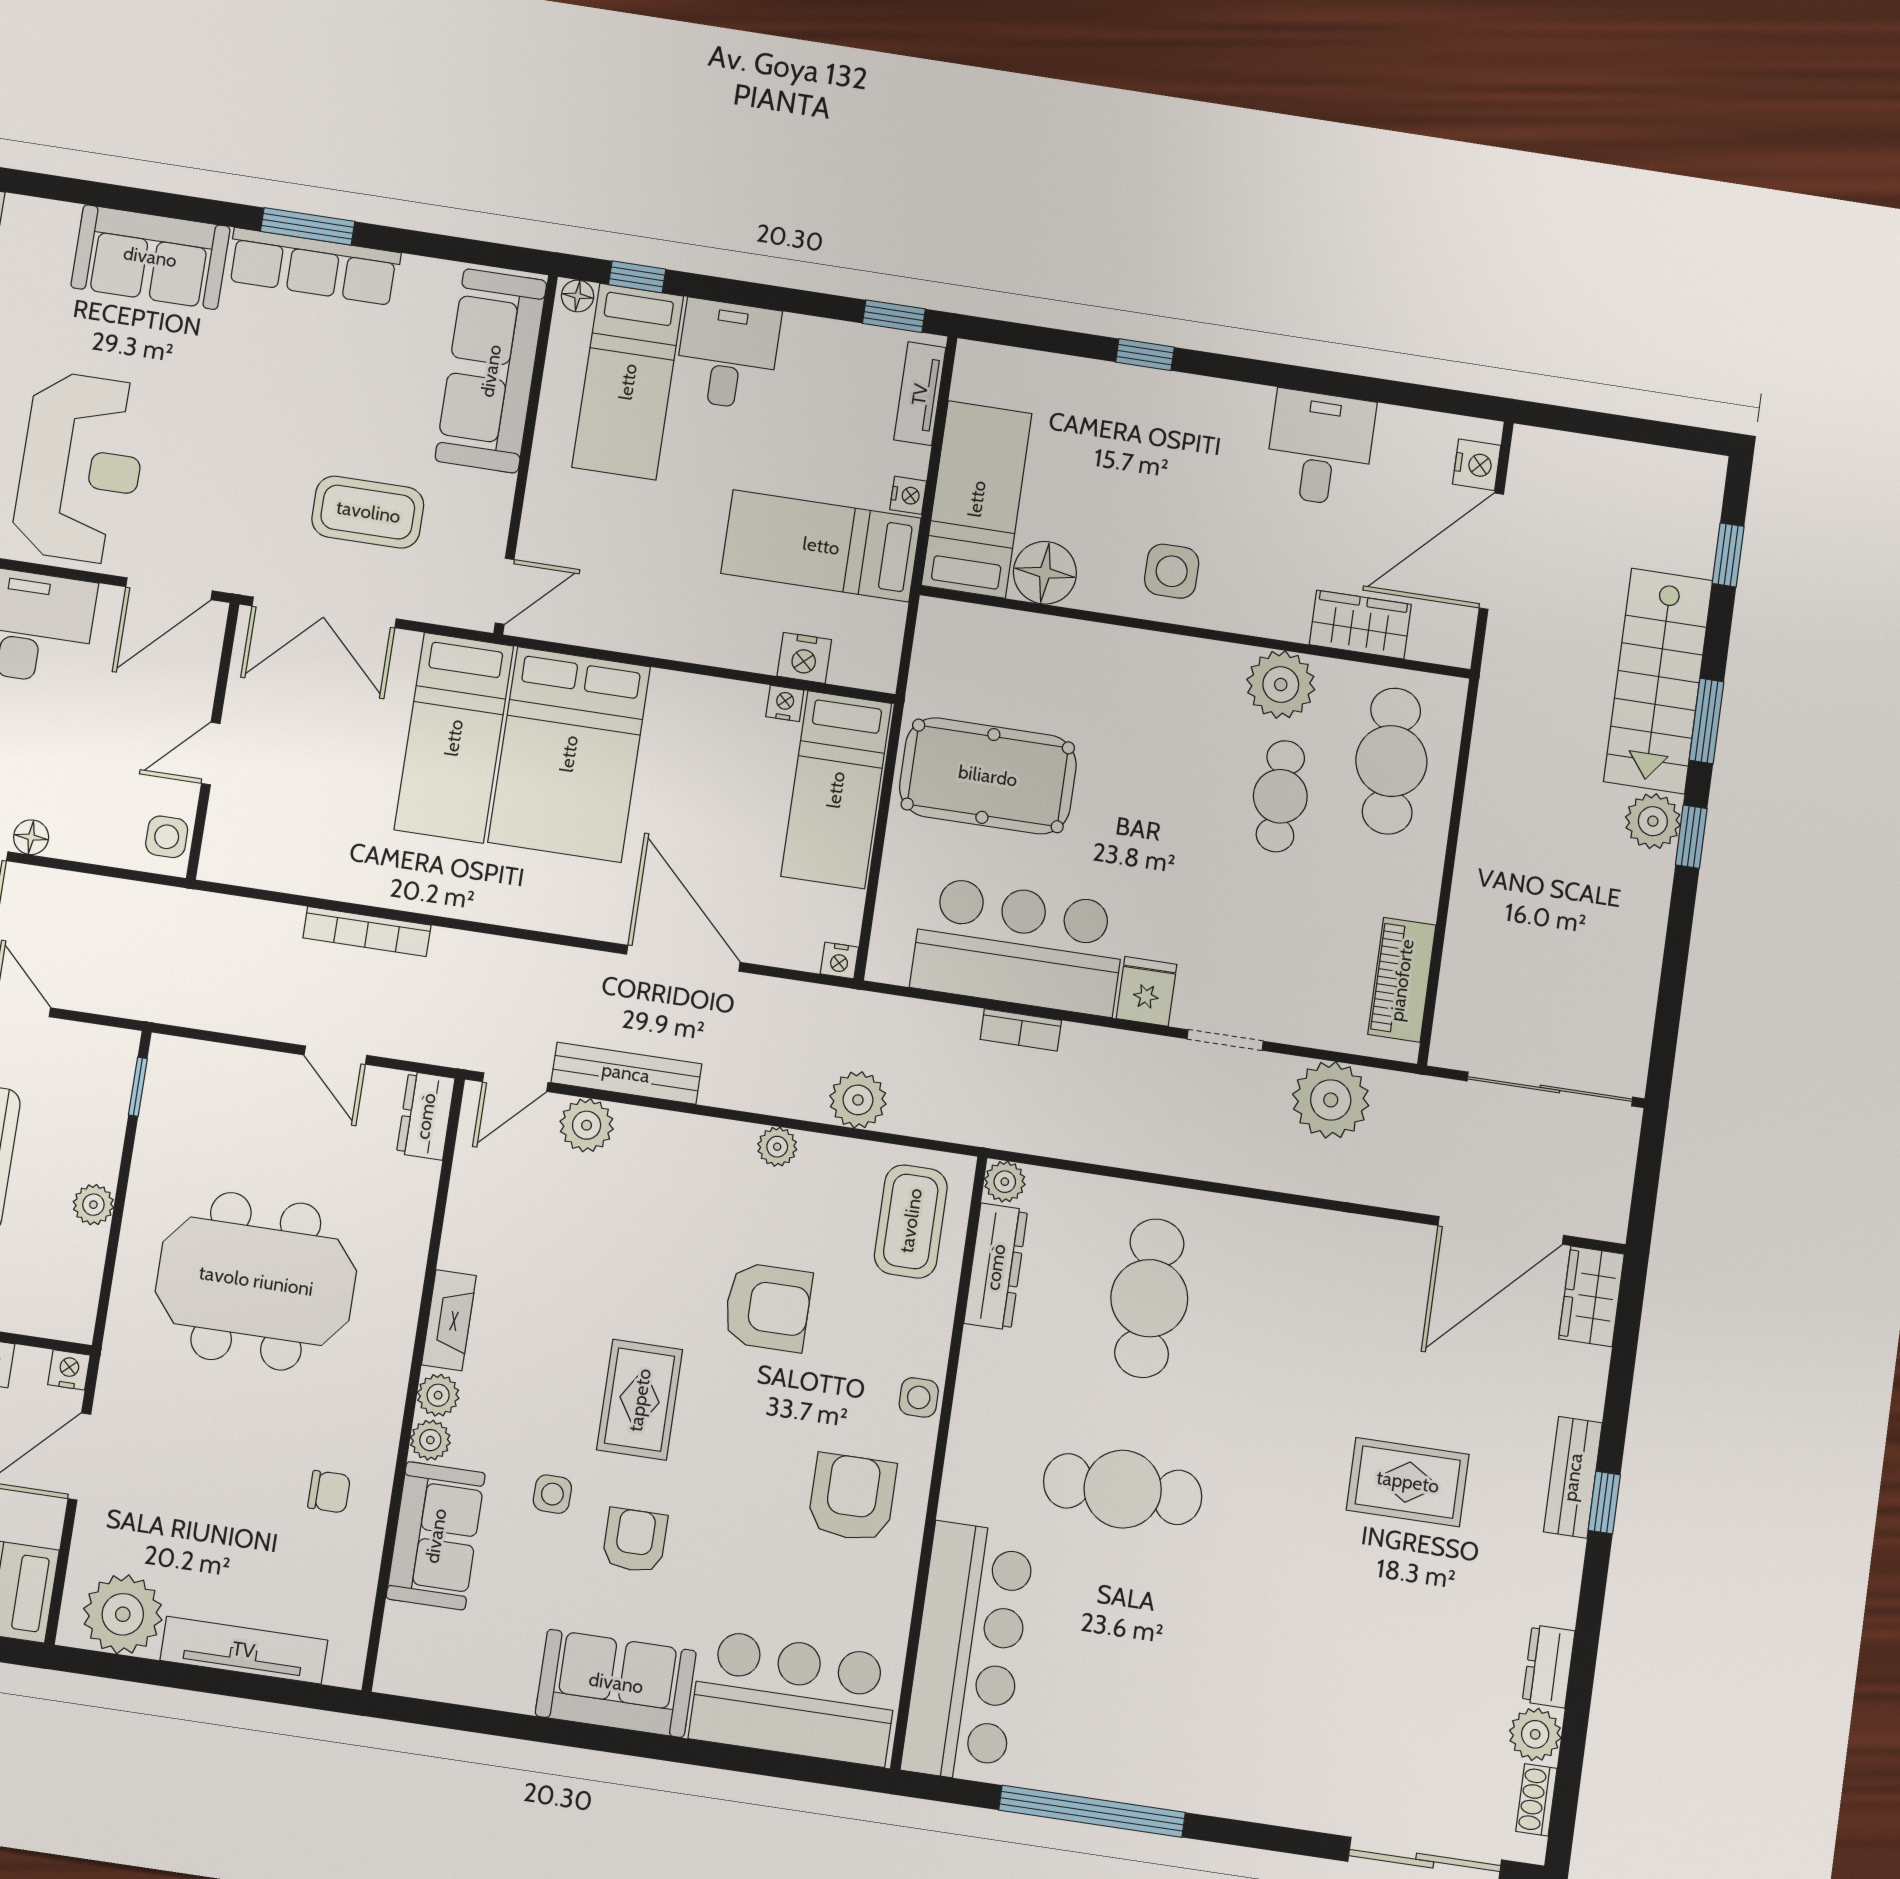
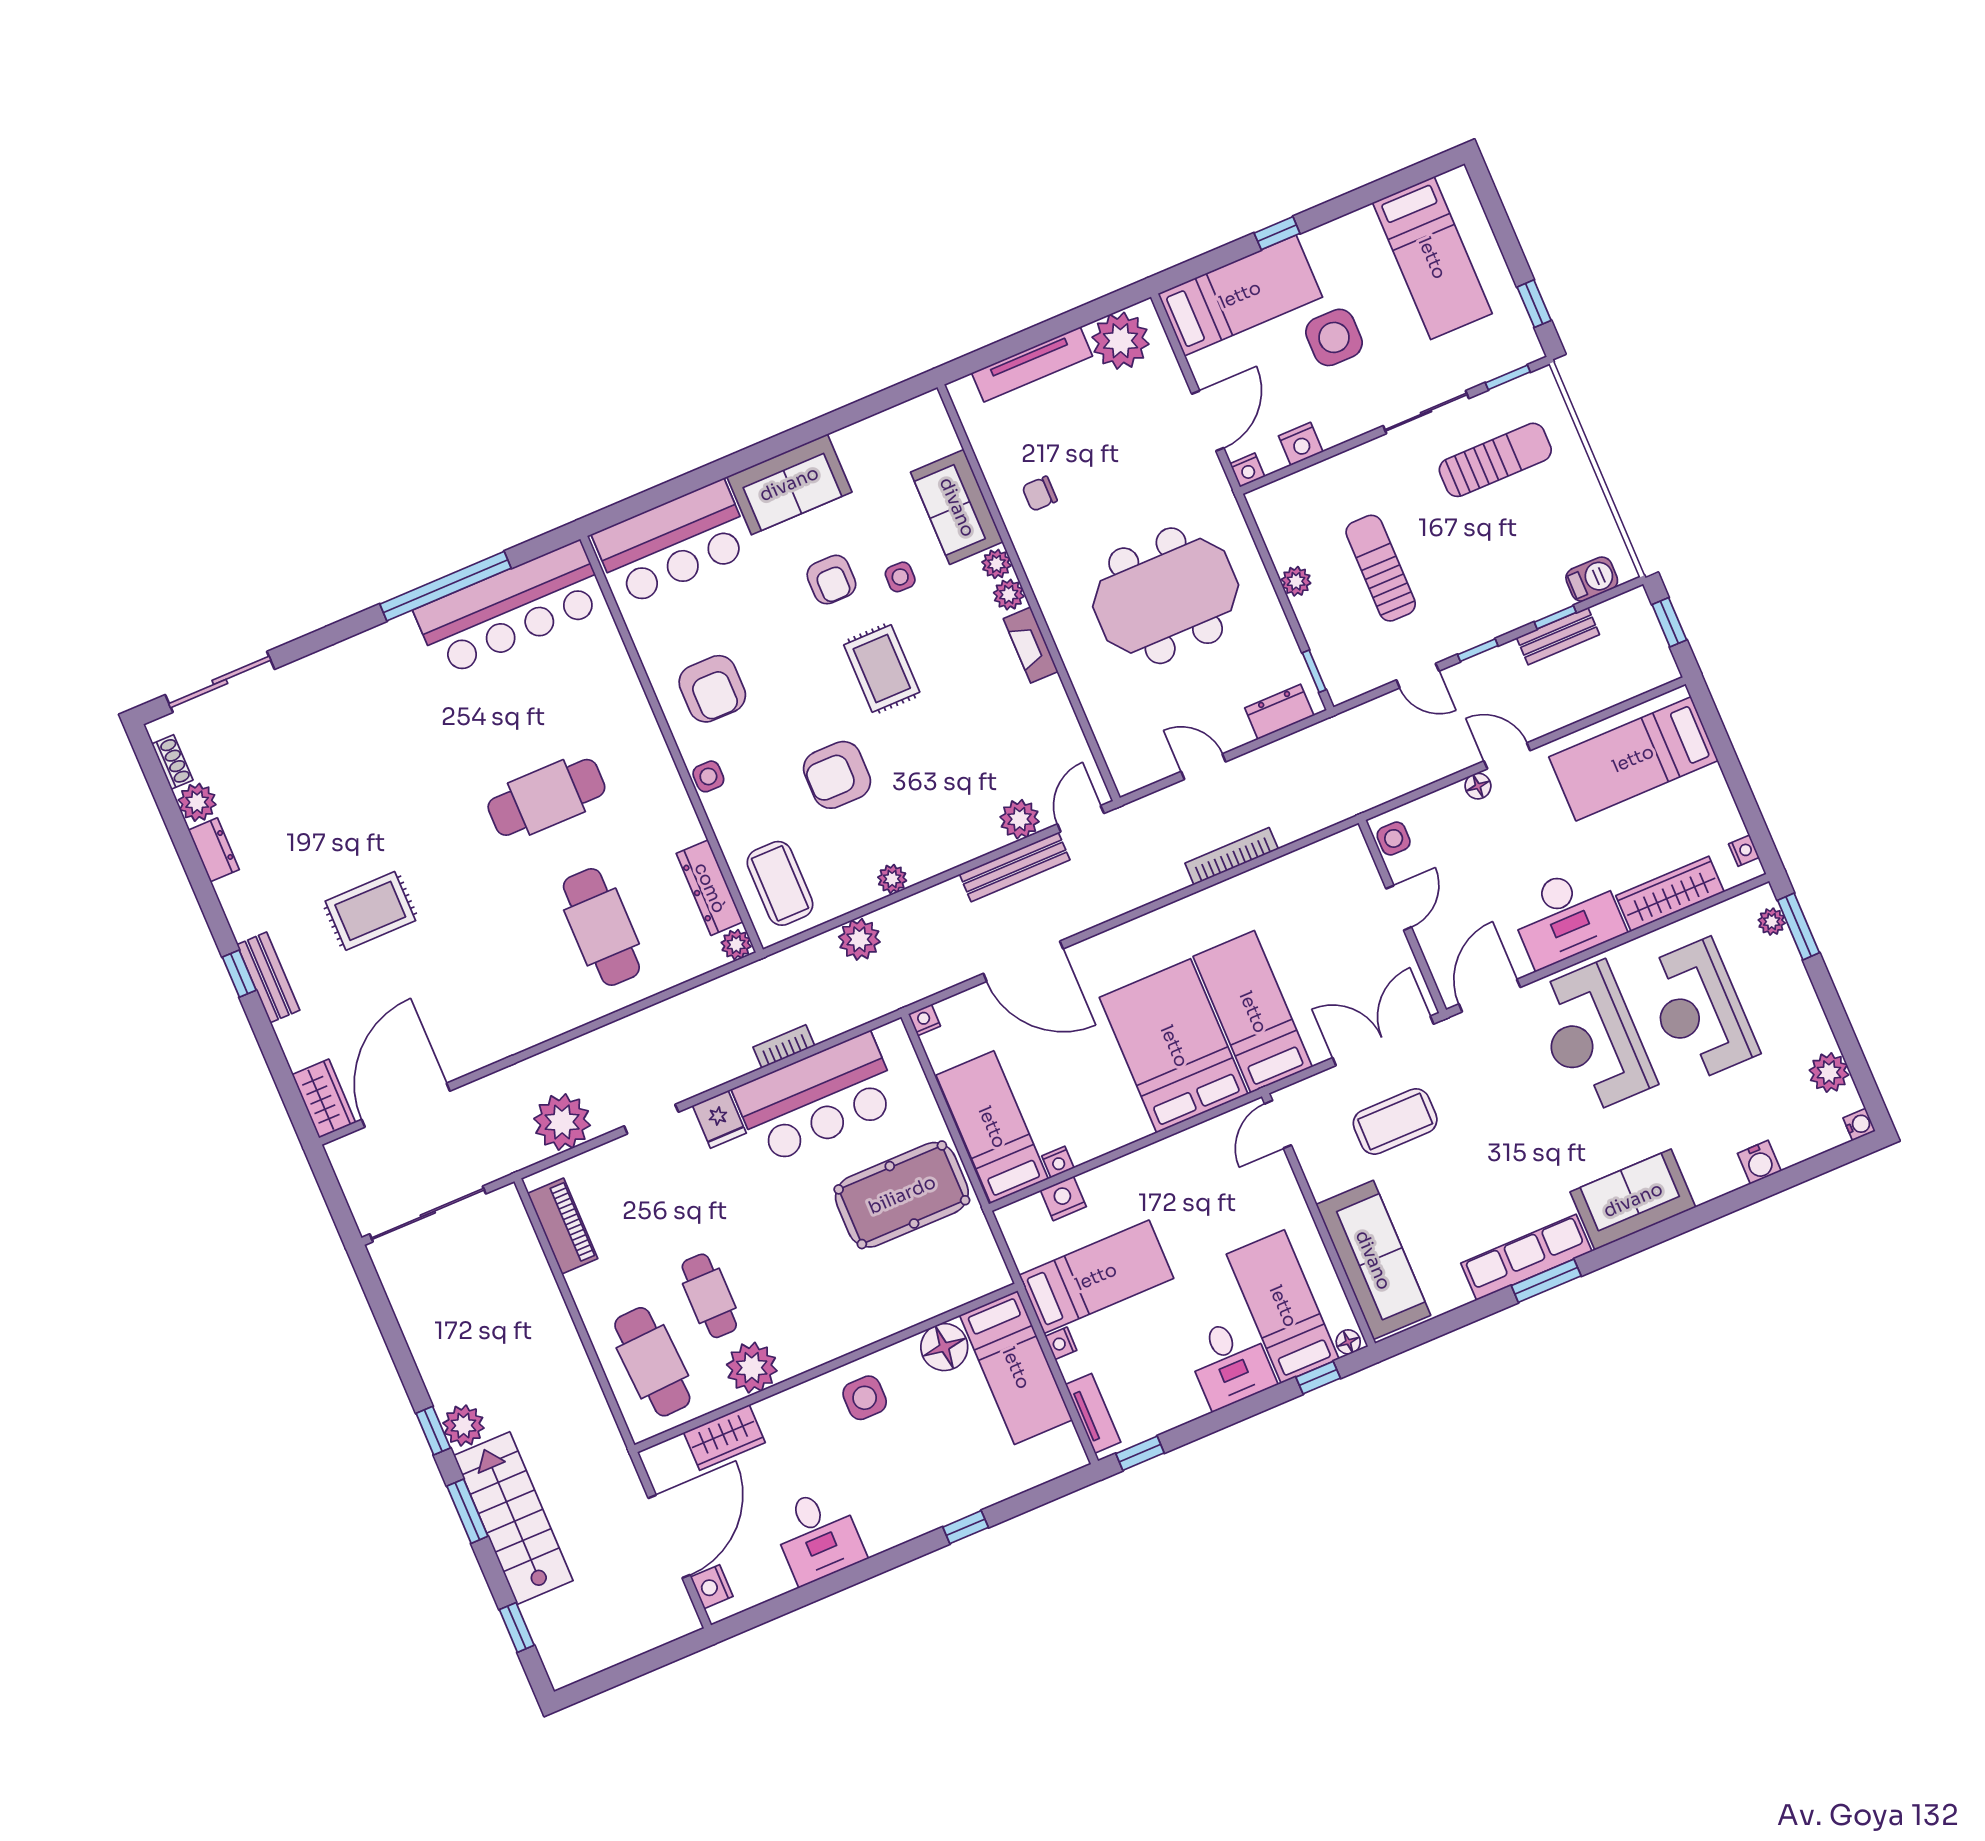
dresser: (426, 1116) -> (1279, 712), moved, turned -90
bar counter: (968, 1652) -> (511, 609), moved, turned -90

